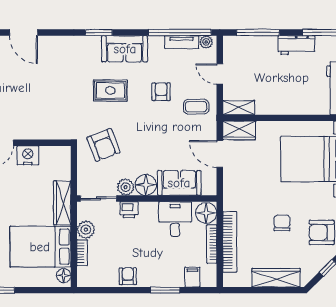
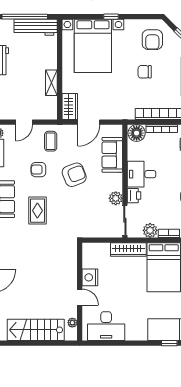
shelving: (239, 108) -> (51, 83), moved
armchair: (103, 145) -> (74, 175), moved
floor lamp: (146, 185) -> (114, 182), removed
desk: (175, 219) -> (142, 174), moved

